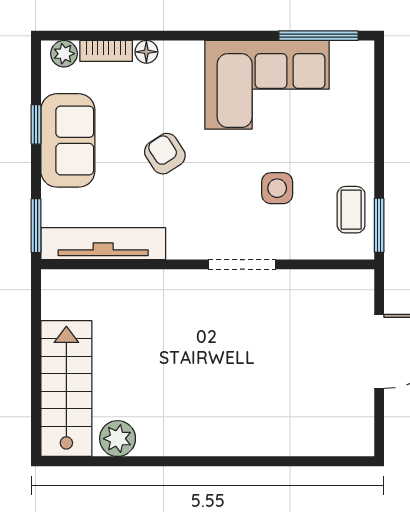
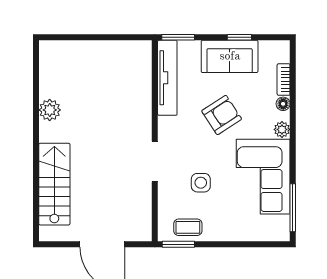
plant: (64, 54) -> (282, 129), moved
armchair: (165, 154) -> (222, 115), width x1.38, depth x1.38
stairs: (66, 389) -> (54, 184), moved, turned -90
plant: (118, 439) -> (50, 110), moved

